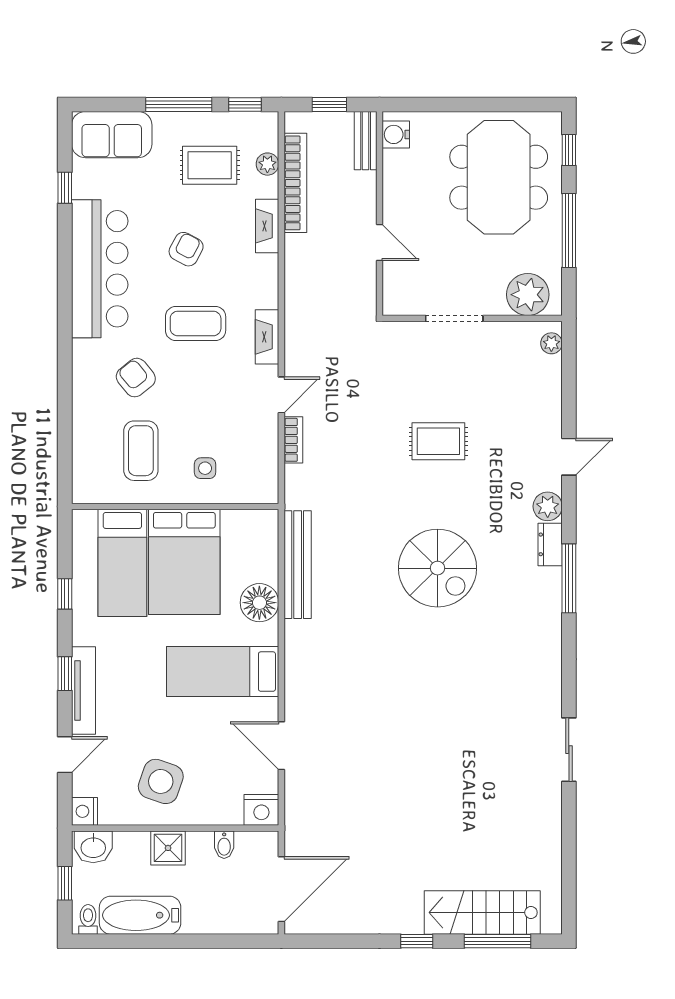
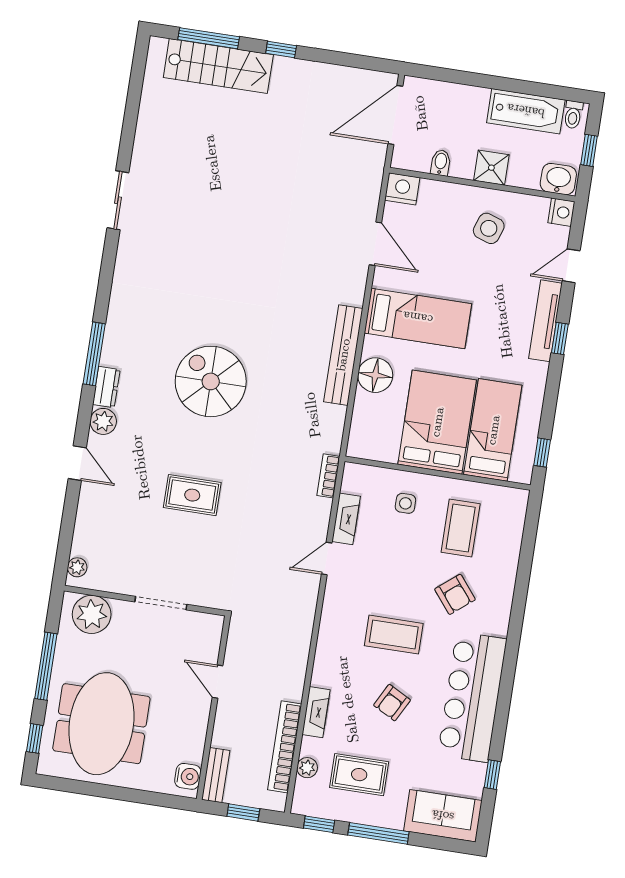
fireplace: (267, 337) -> (346, 519), moved
bookcase: (293, 440) -> (328, 476), moved
door: (569, 457) -> (77, 463), swing flipped
bench: (298, 565) -> (343, 355), moved
window: (65, 594) -> (542, 453), moved
side table: (161, 781) -> (489, 228), width x0.73, depth x0.73

